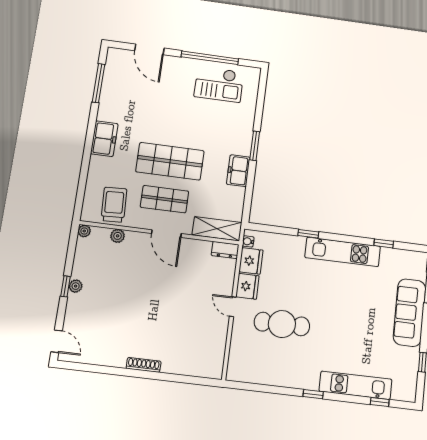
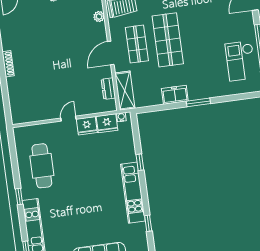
dresser: (225, 250) -> (108, 89), moved
cafe table: (282, 324) -> (42, 166), moved

